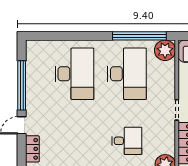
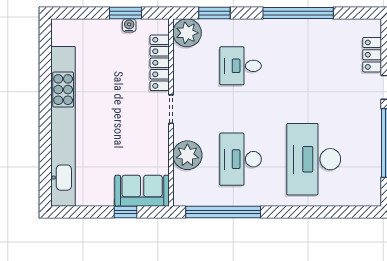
plant: (165, 50) -> (187, 155), moved
desk: (127, 74) -> (241, 159), width x0.73, depth x0.77

